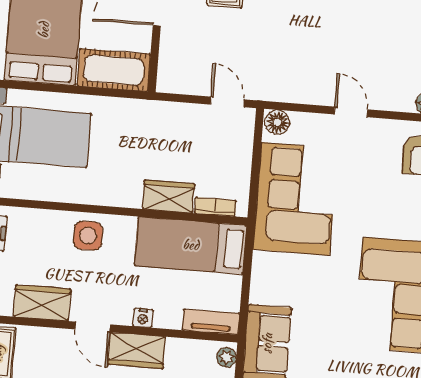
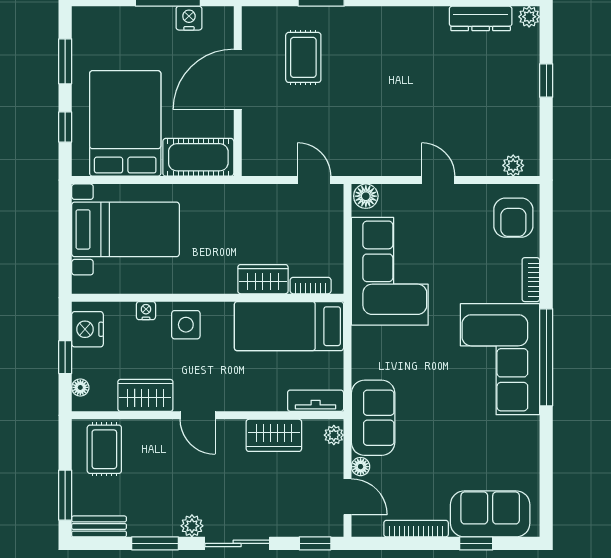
nightstand: (143, 318) -> (146, 311), moved, turned 180
wardrobe: (137, 350) -> (274, 435), moved

